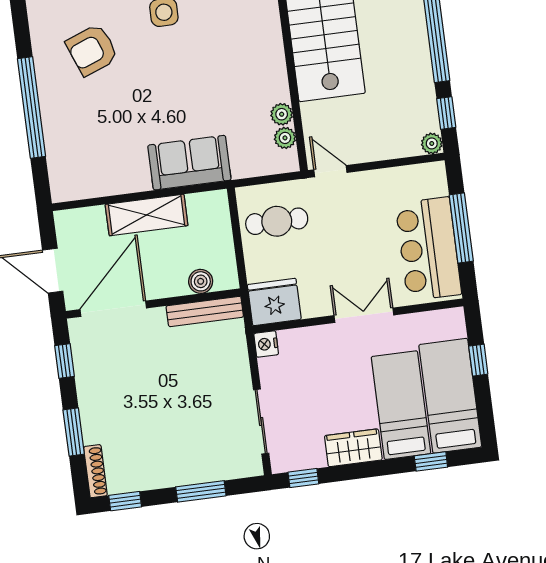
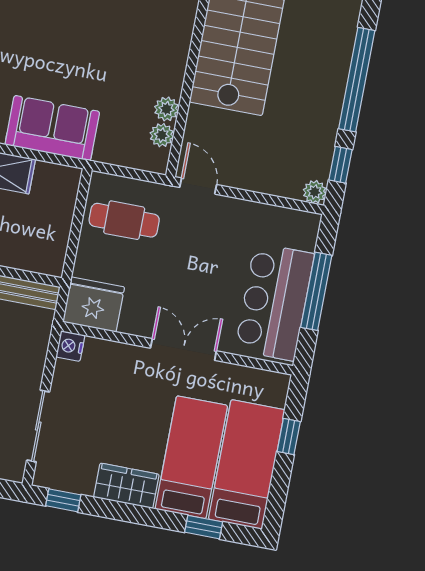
boiler: (201, 281) -> (23, 257), removed

